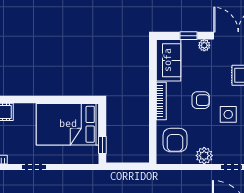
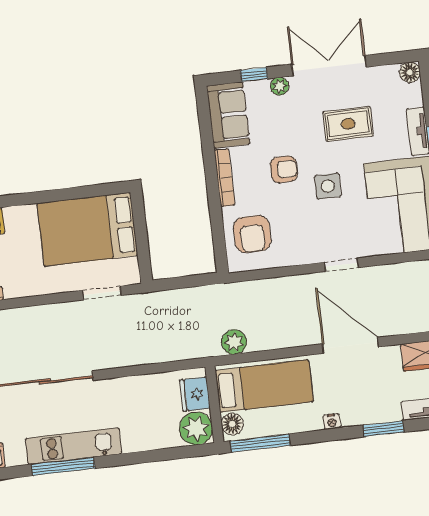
window: (102, 145) -> (144, 254), removed
plant: (204, 156) -> (299, 252), removed
doorway: (34, 167) -> (102, 293), moved

